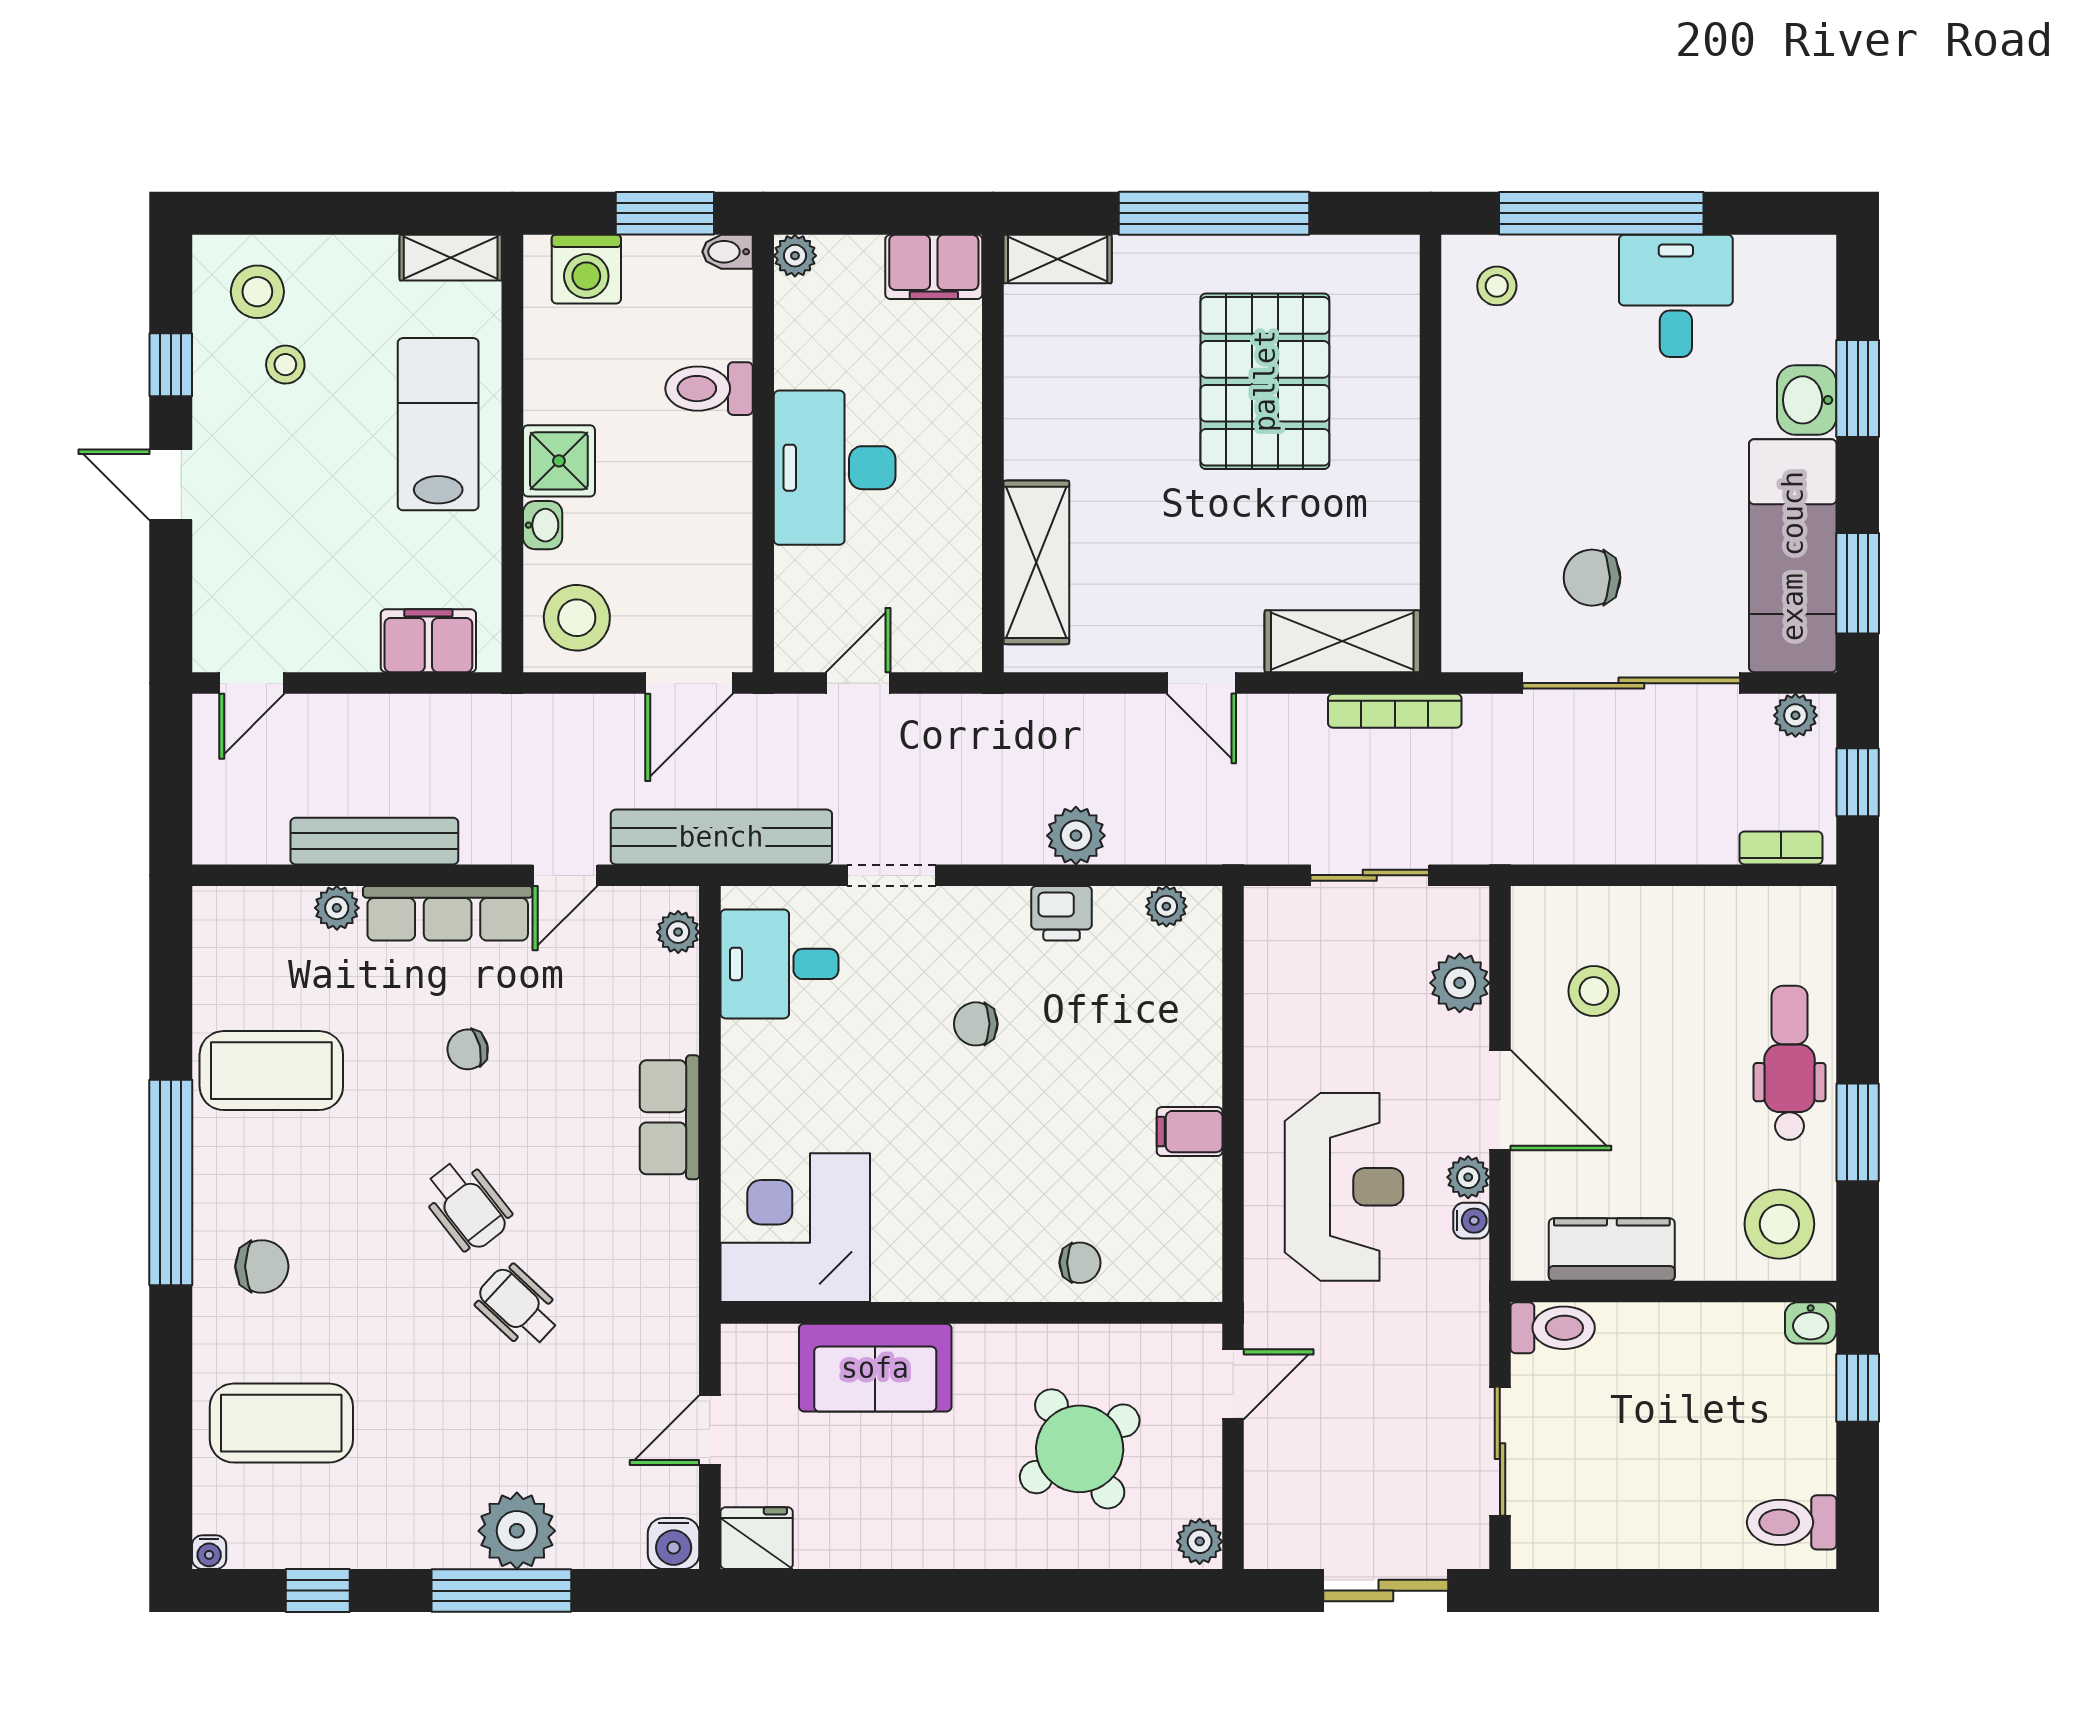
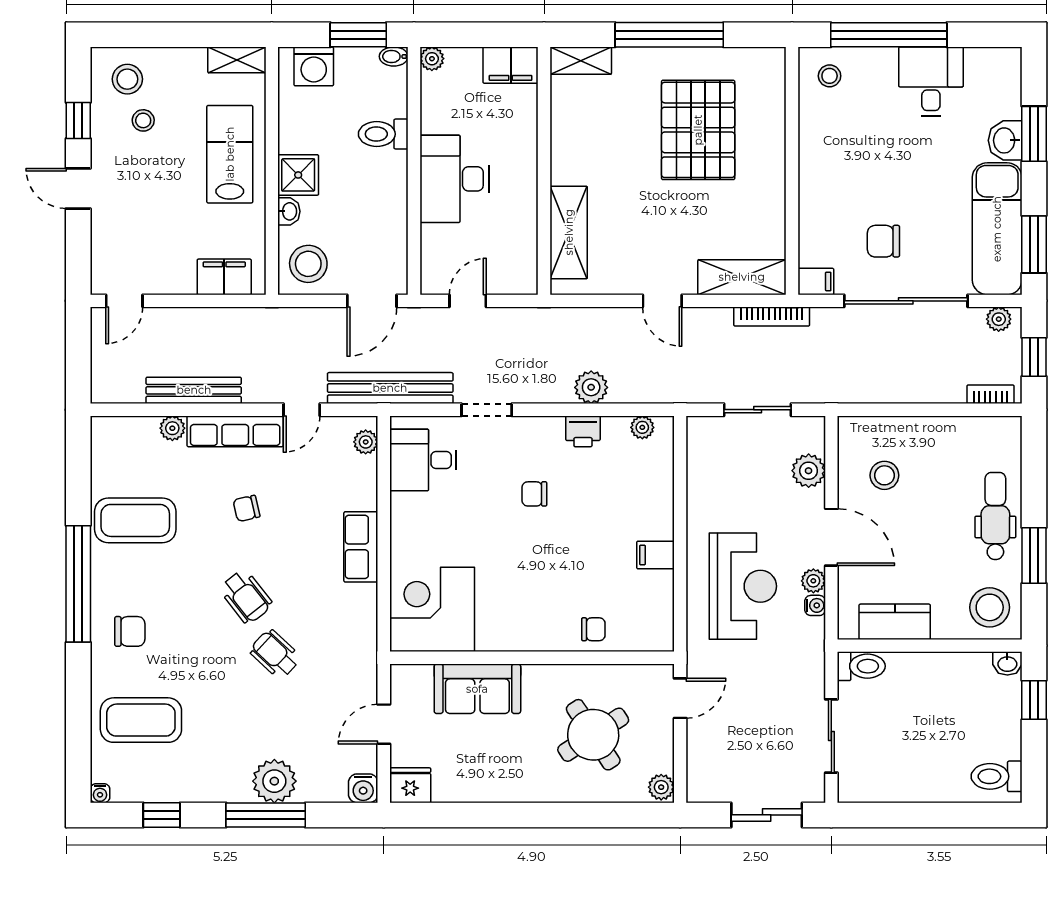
filing cabinet: (1473, 649) -> (816, 281), added

